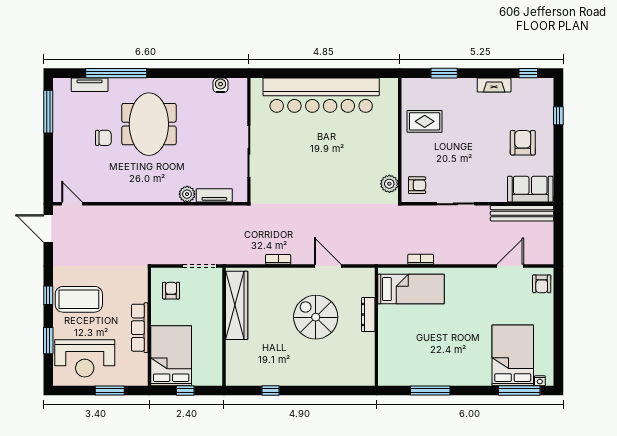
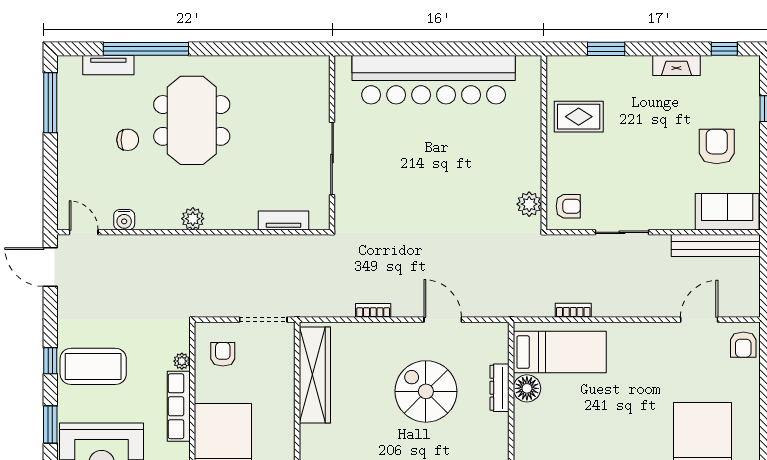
water cooler: (221, 85) -> (124, 220), moved, turned 180
plant: (187, 194) -> (193, 219), moved
plant: (142, 296) -> (182, 361), added
floor lamp: (388, 315) -> (527, 388), added

